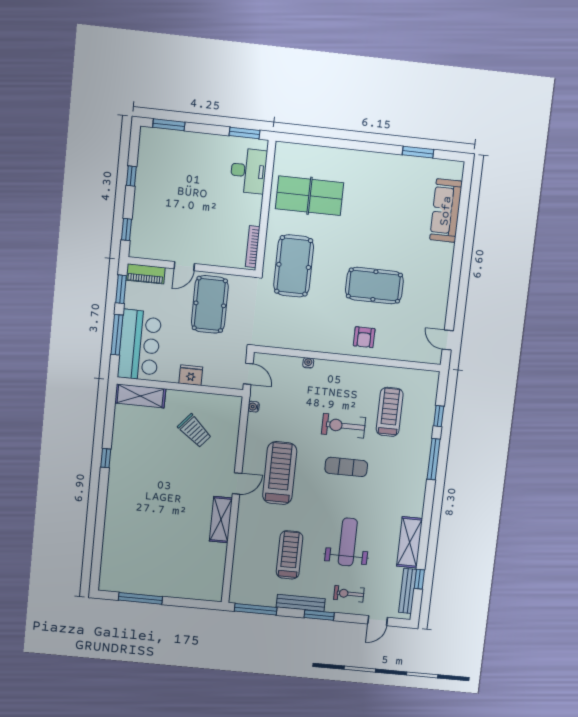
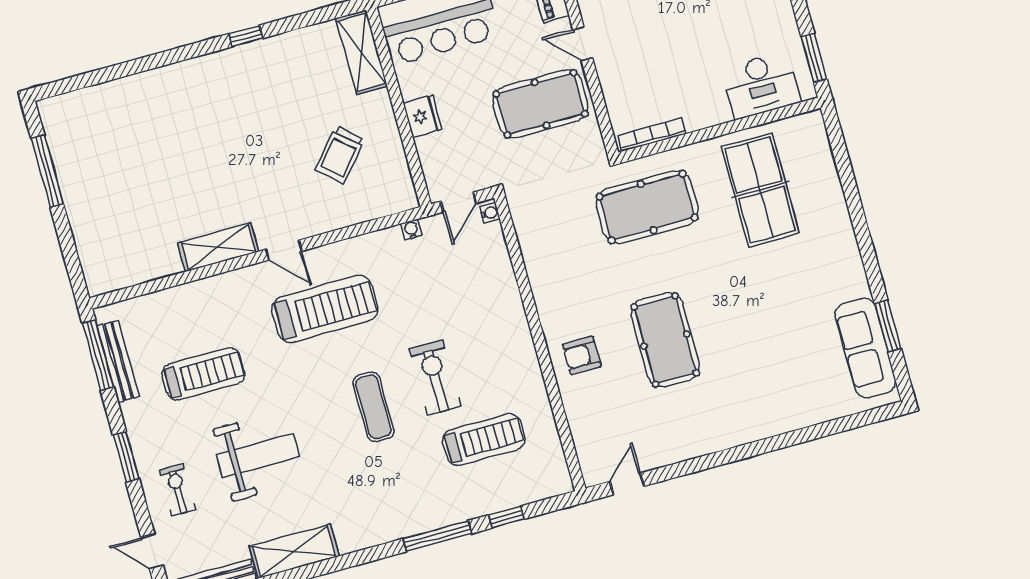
sofa: (446, 211) -> (865, 348), moved, turned -90
water cooler: (308, 363) -> (490, 213), moved
bench: (301, 603) -> (118, 361), moved

